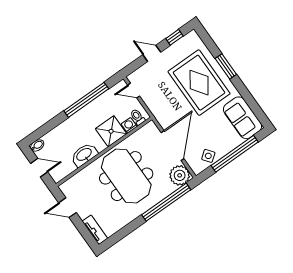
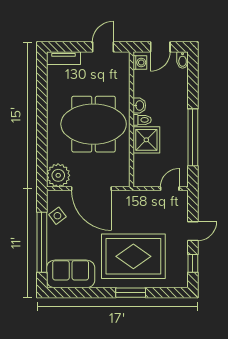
toilet: (138, 117) -> (142, 120), moved
washing machine: (129, 125) -> (140, 63), moved
washbasin: (84, 155) -> (139, 105), width x0.52, depth x0.69
window: (166, 202) -> (42, 144), removed

